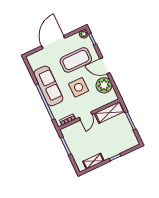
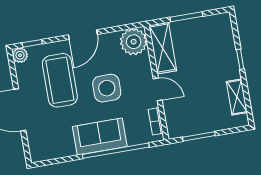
plant: (104, 85) -> (134, 42), moved
sofa: (48, 86) -> (100, 137), width x0.73

